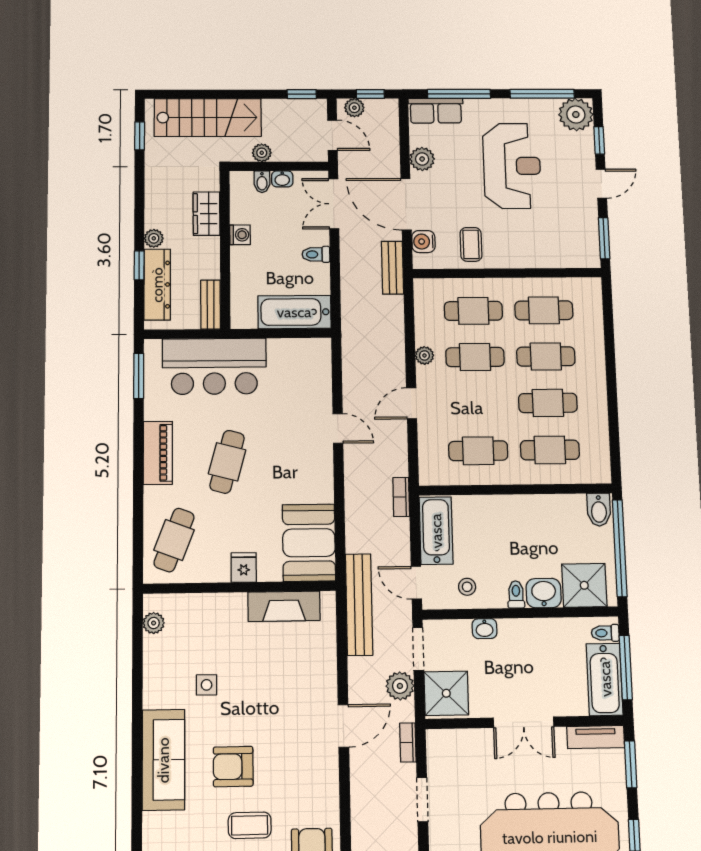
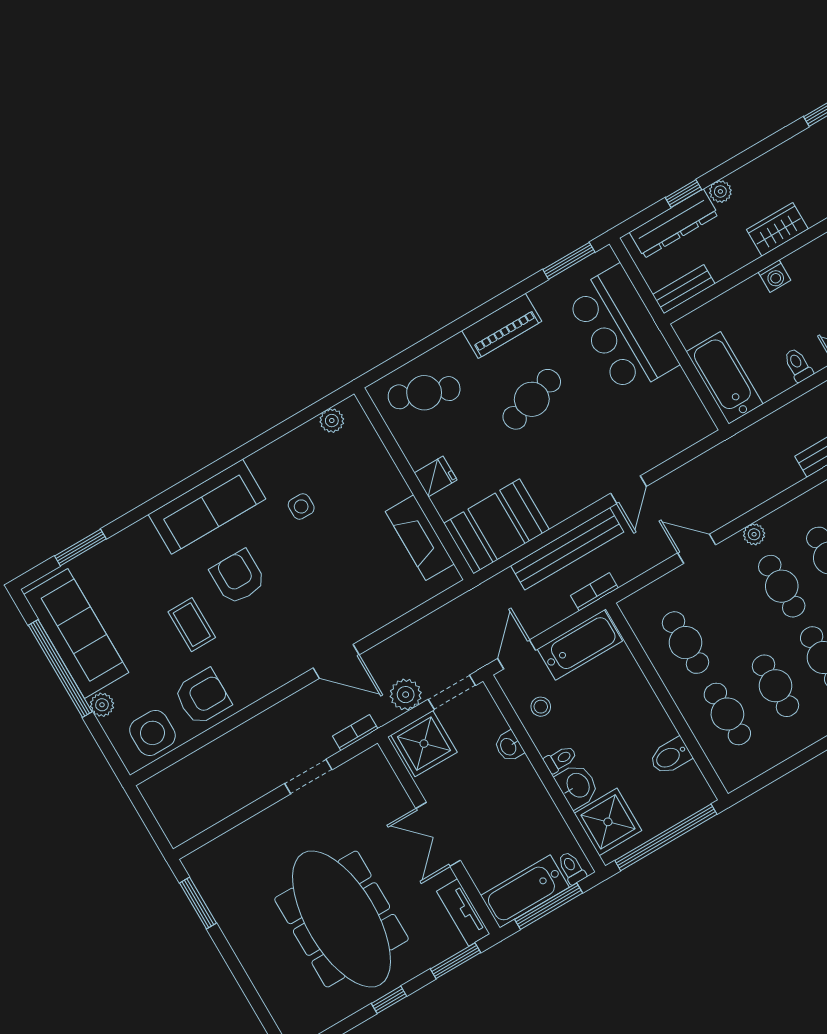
cafe table: (227, 462) -> (532, 399), turned -32
bidet: (599, 510) -> (670, 756), moved
bench: (359, 605) -> (567, 549), moved

